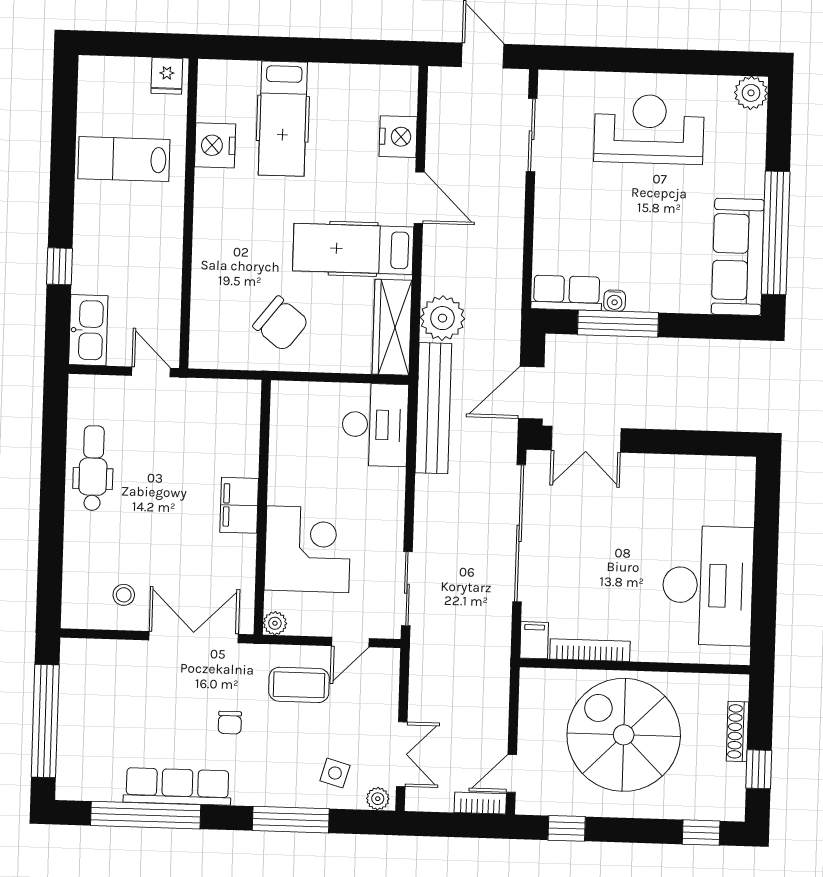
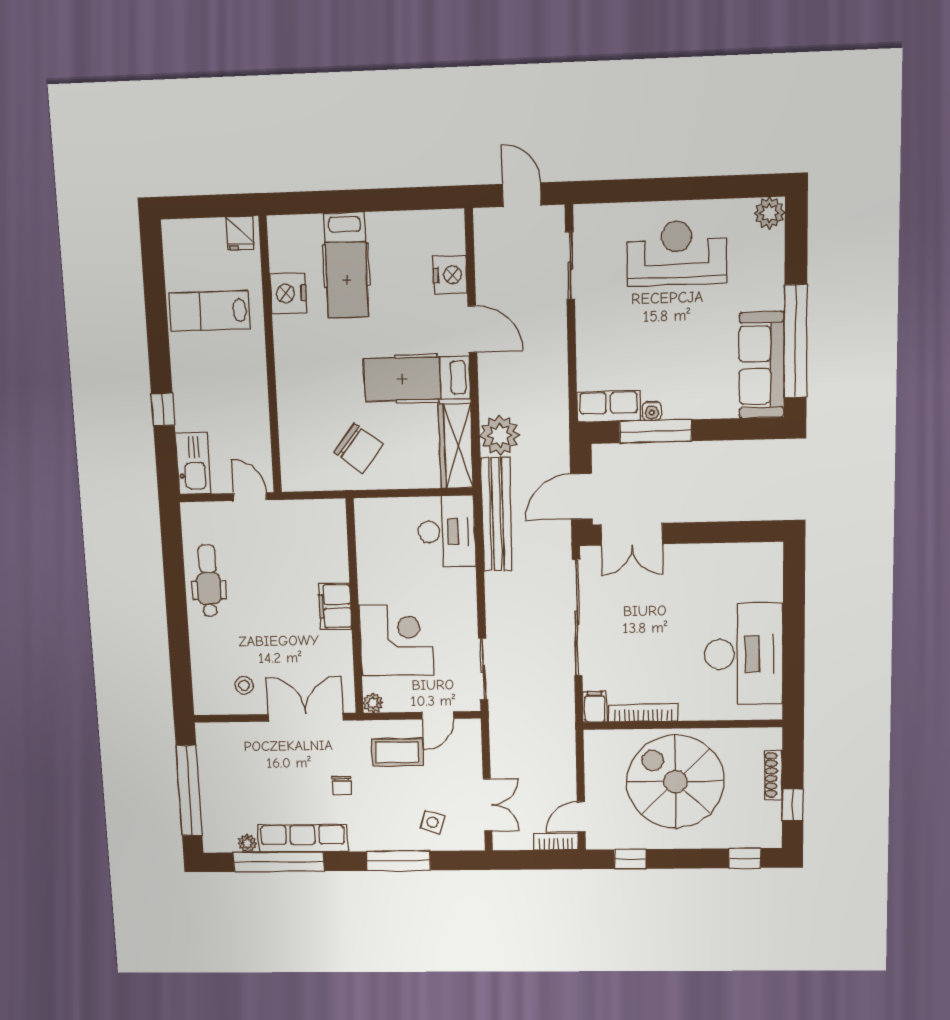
plant: (378, 799) -> (247, 843), moved

